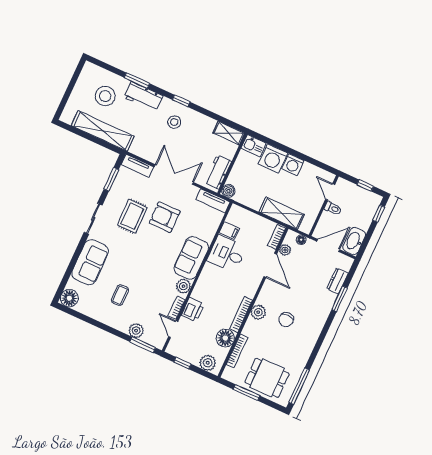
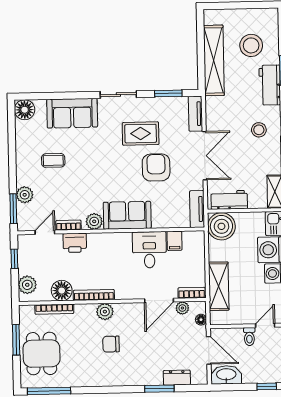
boiler: (228, 191) -> (221, 226), width x1.86, depth x1.86

